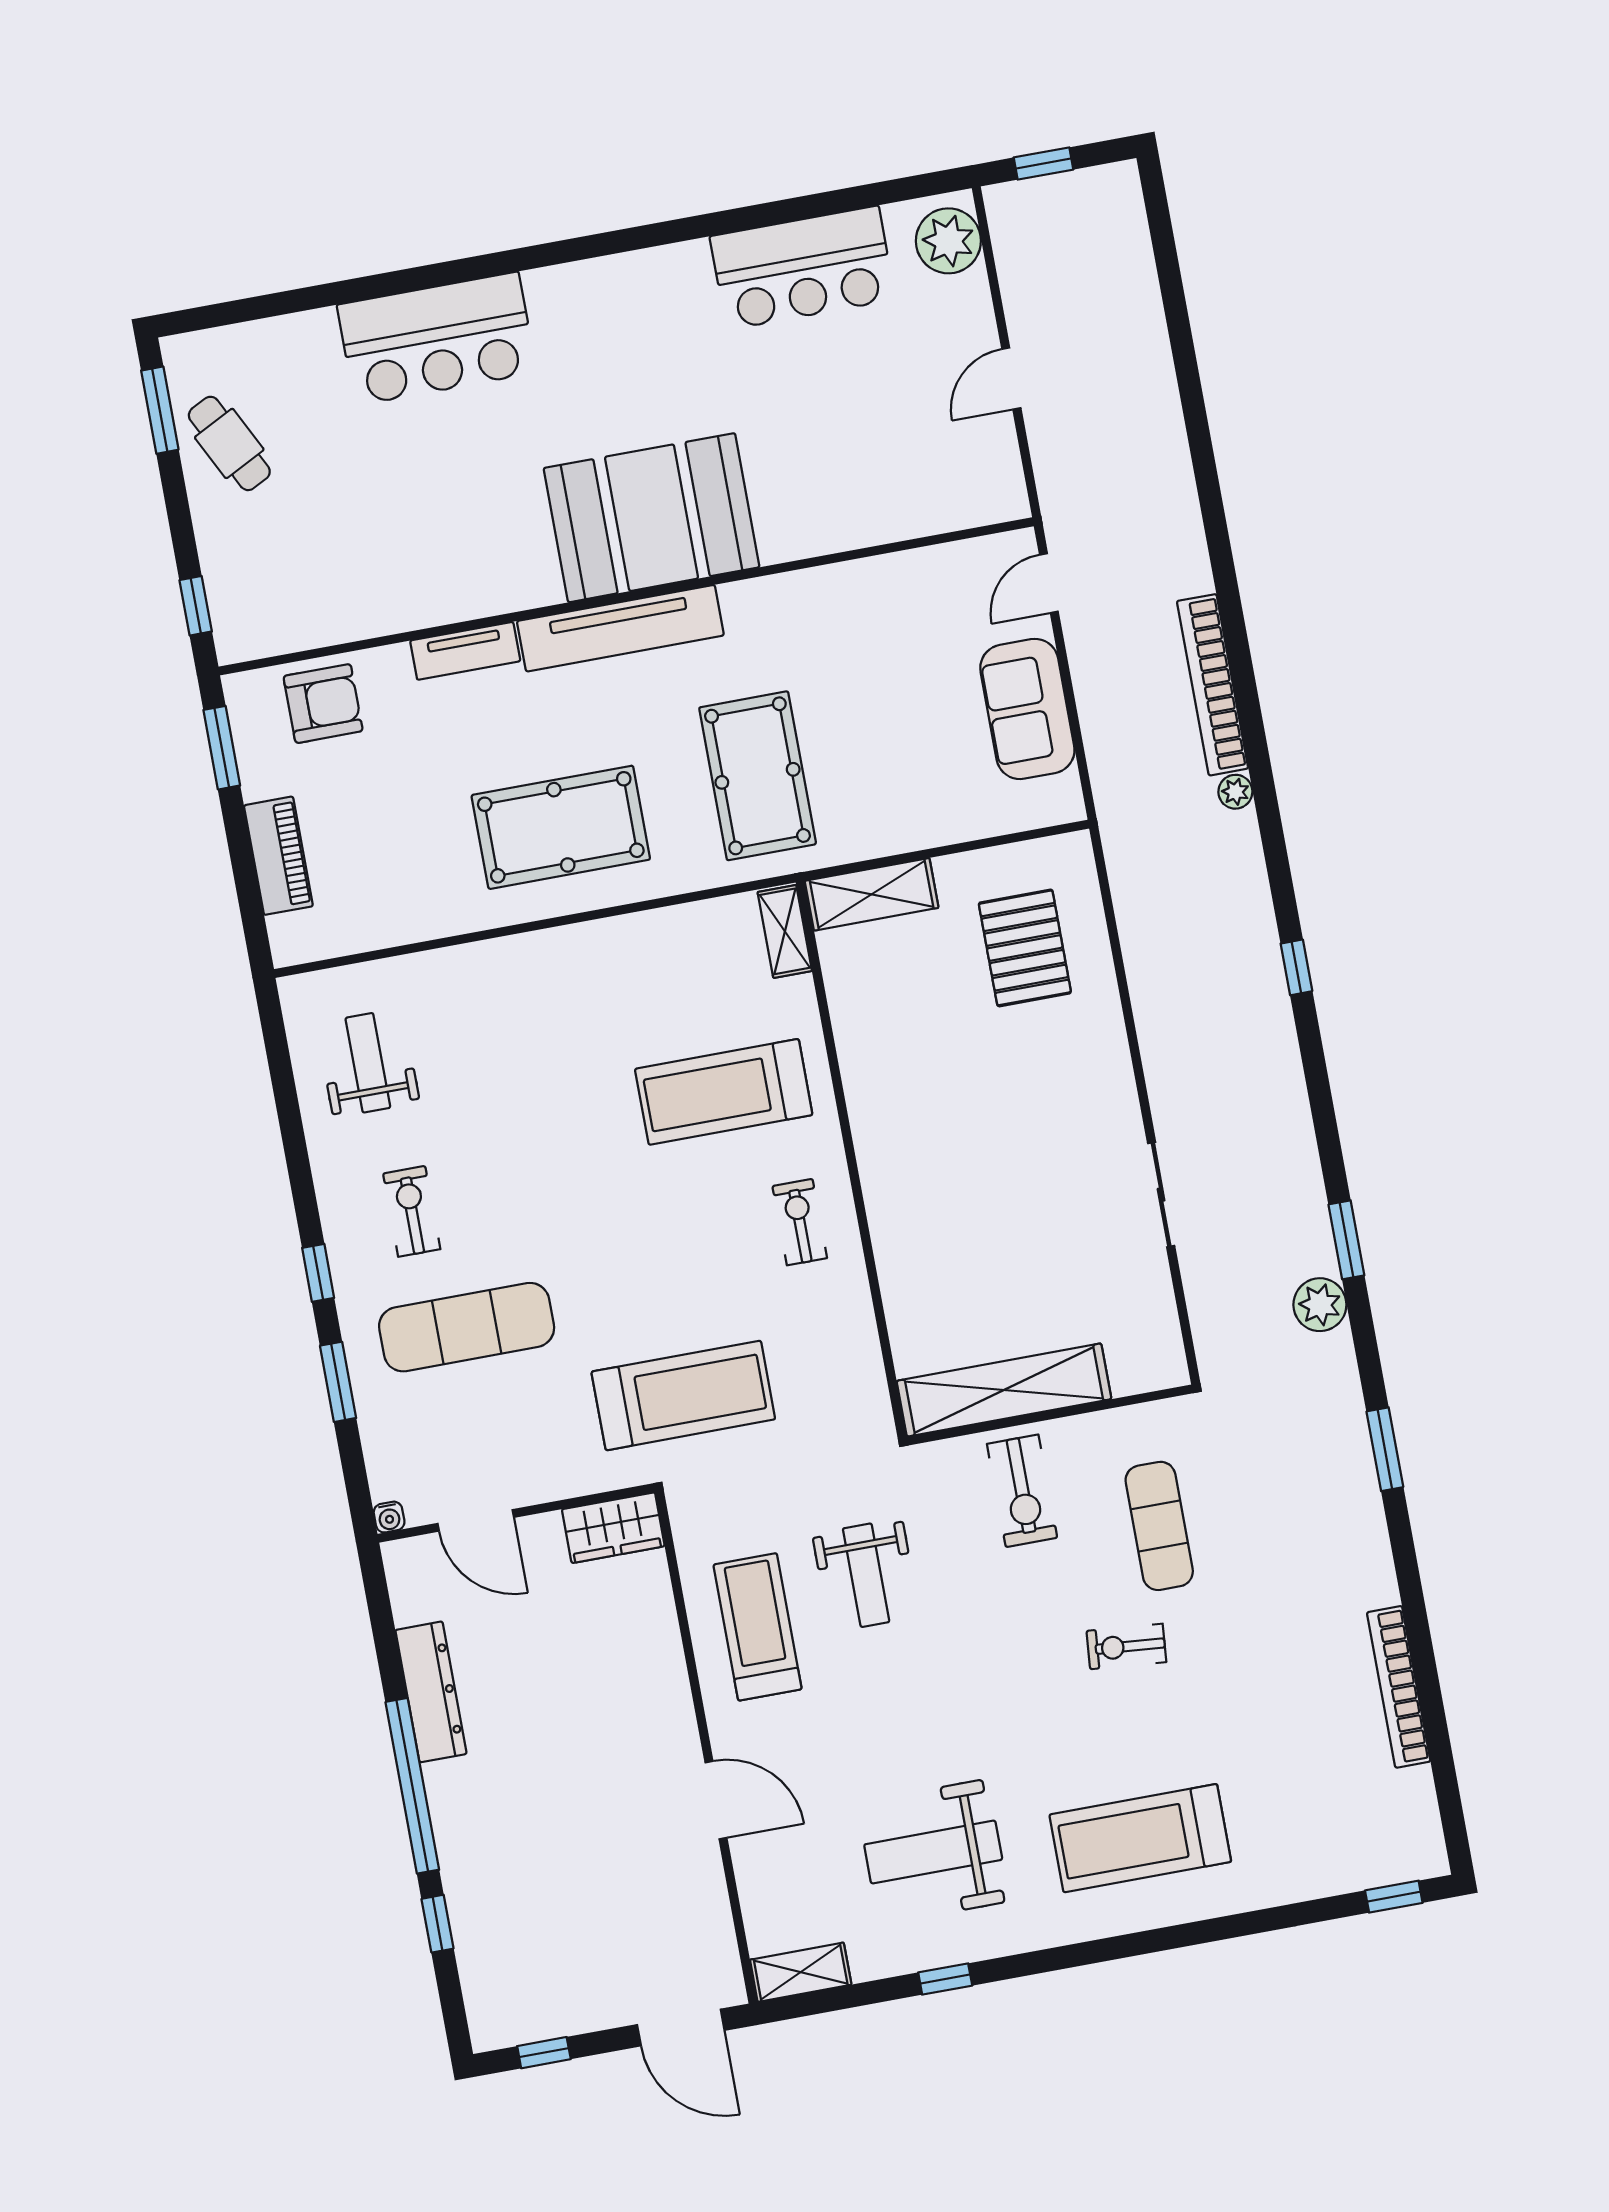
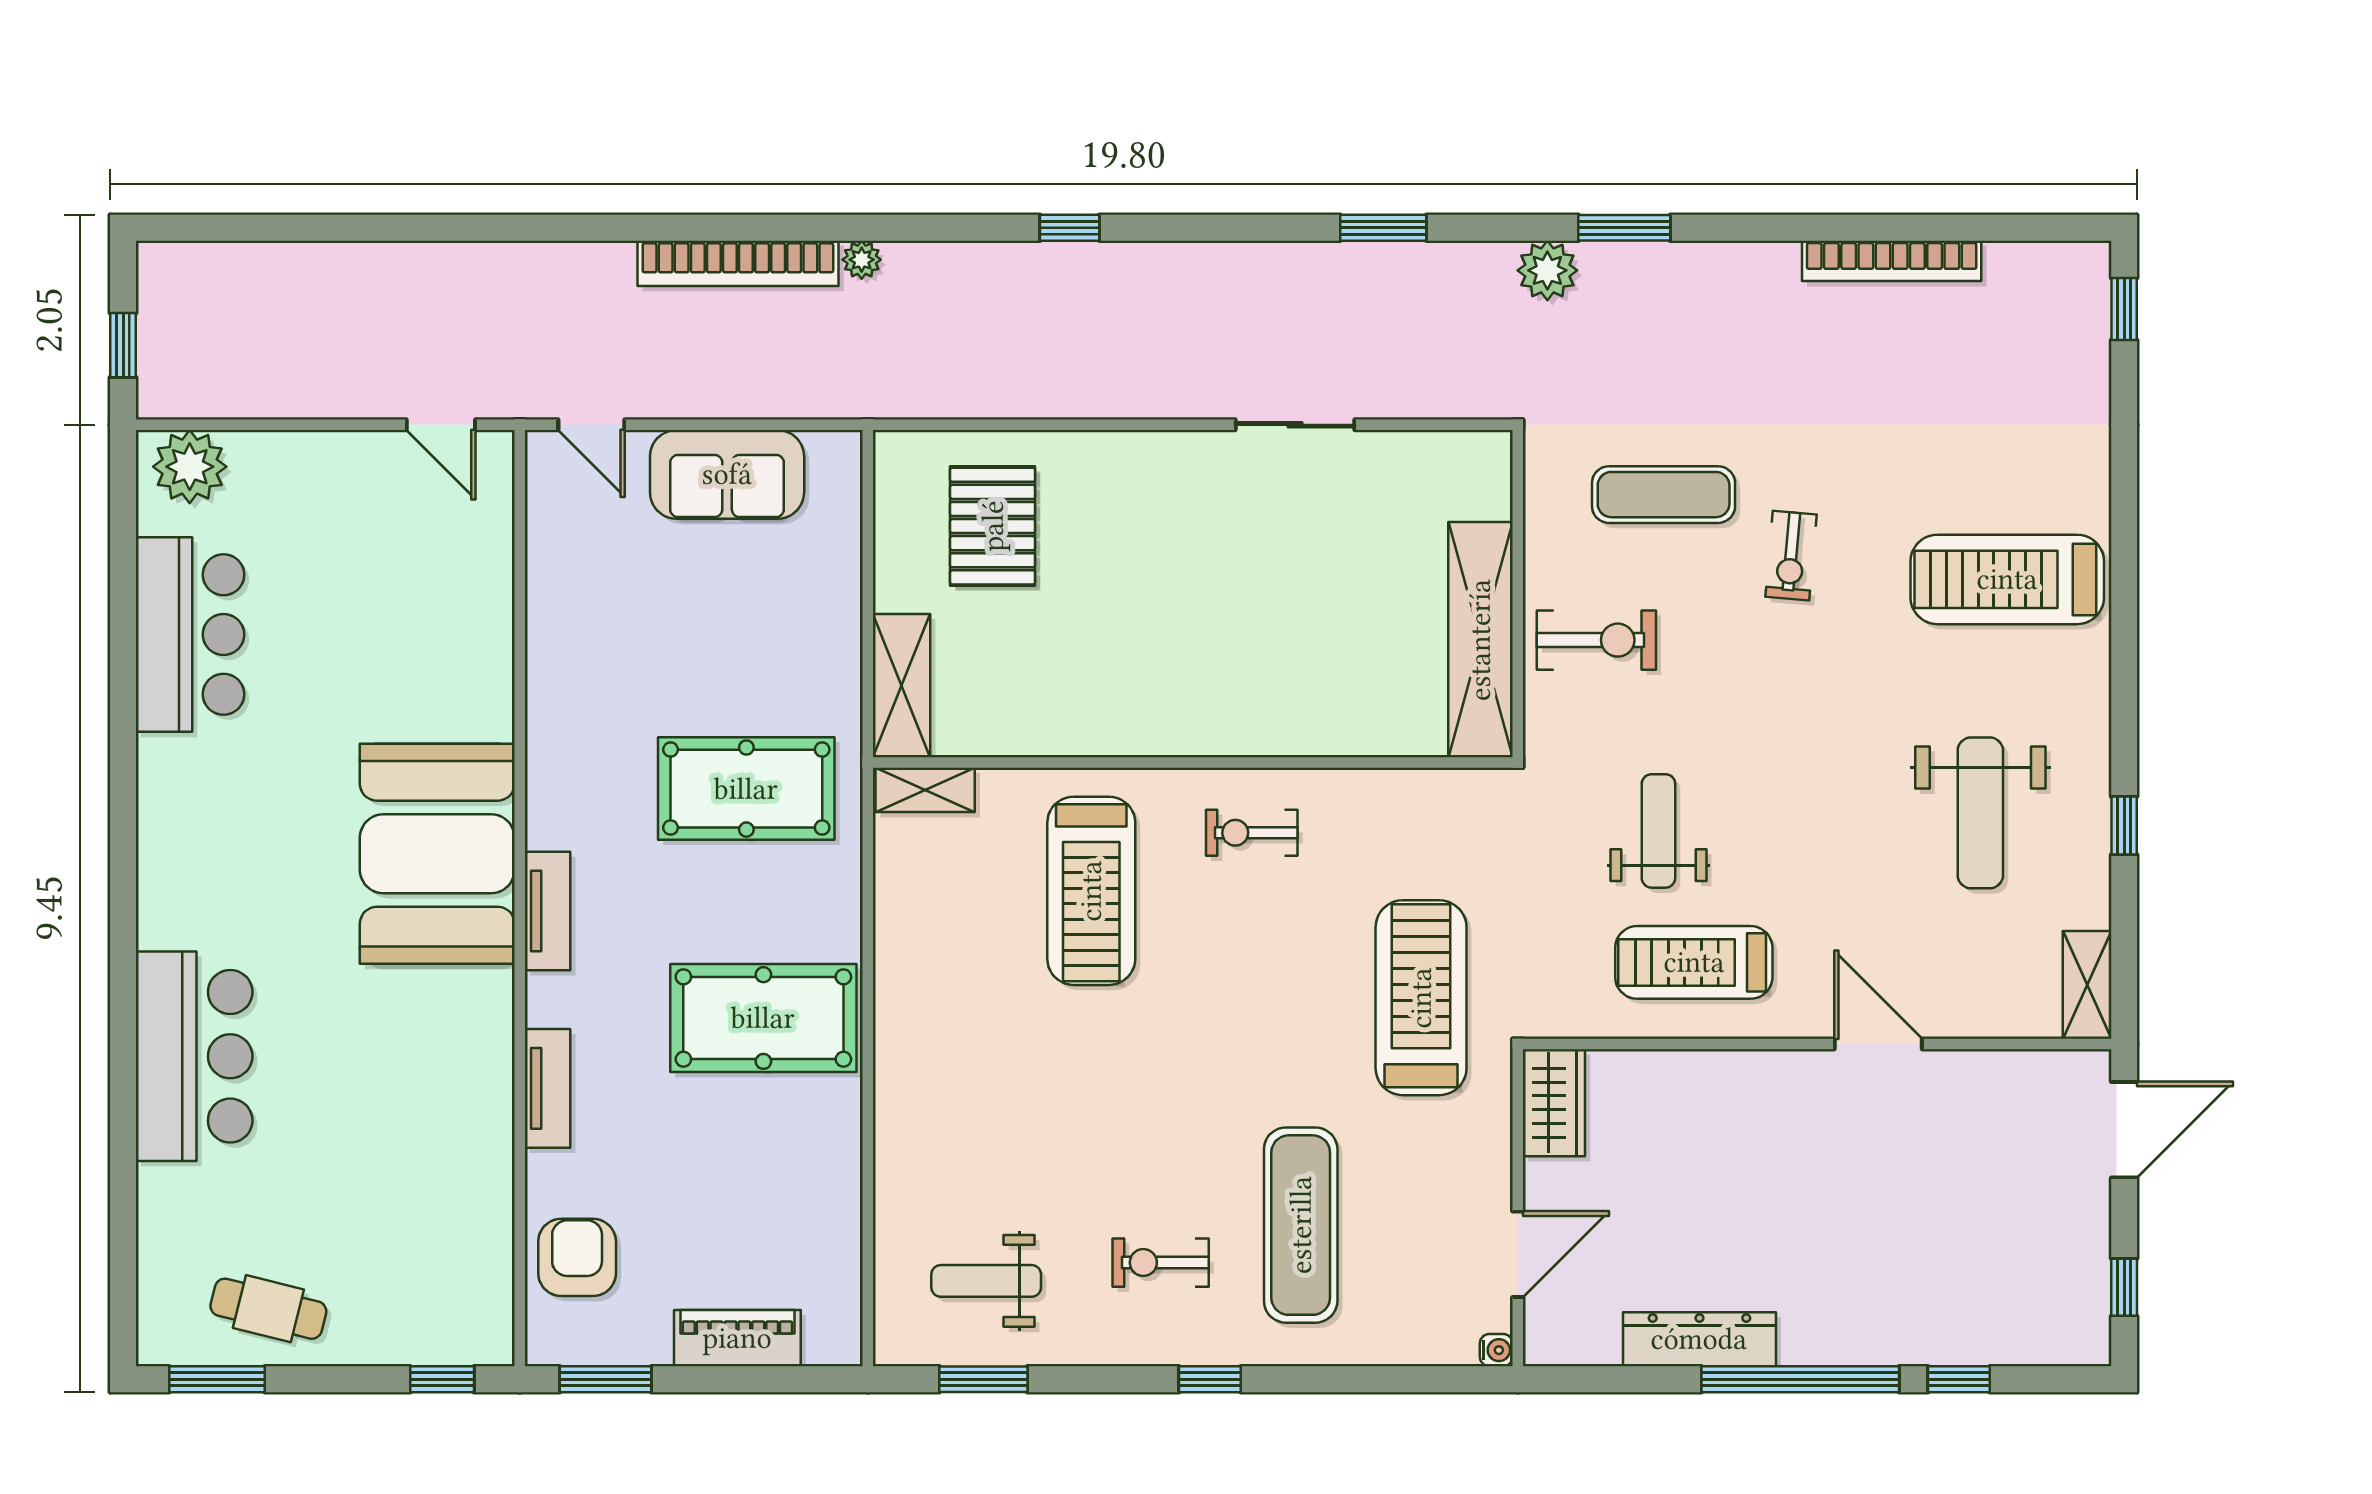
door: (1011, 378) -> (441, 425), moved
cafe table: (229, 443) -> (268, 1309), turned 41
tv unit: (620, 628) -> (547, 911), width x0.52, depth x0.78
pool table: (561, 827) -> (763, 1018), turned 90
pallet: (1025, 948) -> (993, 526), turned 90
plant: (1320, 1305) -> (1547, 270), moved
window: (338, 1382) -> (983, 1379), moved
weight bench: (866, 1575) -> (1658, 831), turned -90
door: (716, 1800) -> (1878, 1044), hinge flipped
treadmill: (1140, 1838) -> (2007, 579), turned 90

